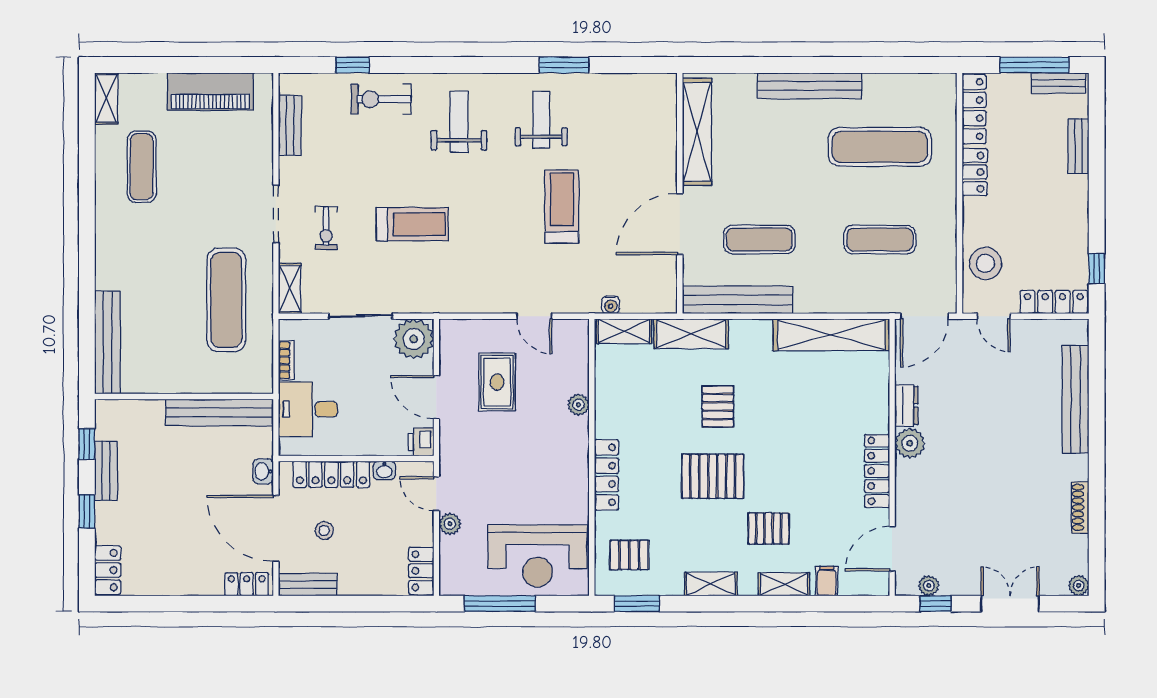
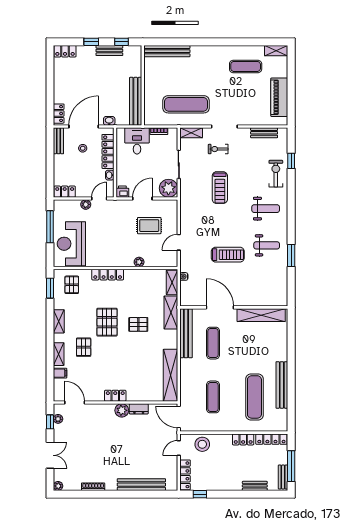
bench: (810, 86) -> (282, 385), moved
locker: (877, 471) -> (115, 396), width x0.66

